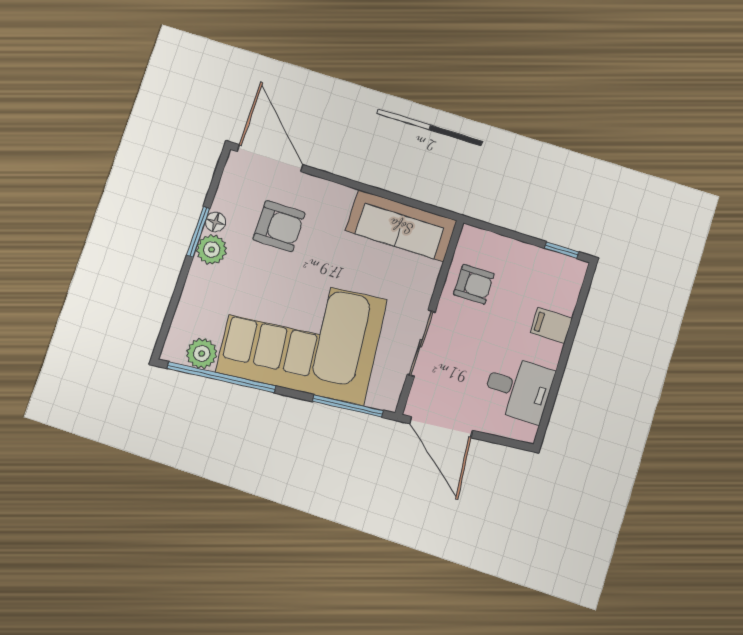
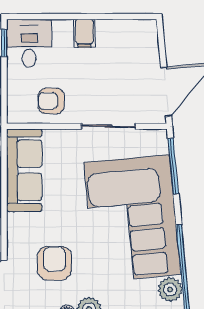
armchair: (474, 284) -> (51, 101), turned -90
filing cabinet: (551, 326) -> (84, 33), moved
desk: (518, 389) -> (29, 43), moved

